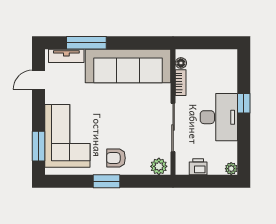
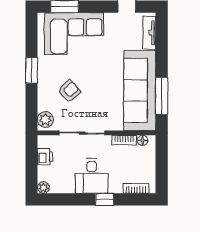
window: (86, 43) -> (162, 96), moved
bookcase: (232, 70) -> (136, 188), added
desk: (219, 117) -> (92, 176), width x0.73
armchair: (116, 158) -> (69, 91), moved, turned 48

